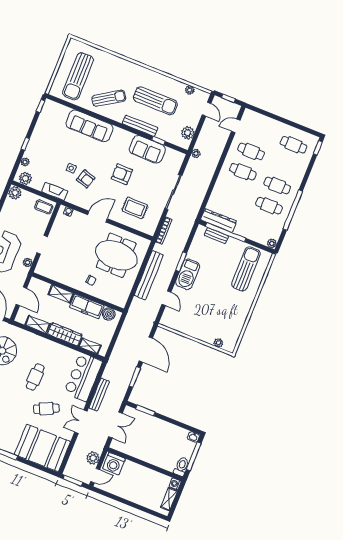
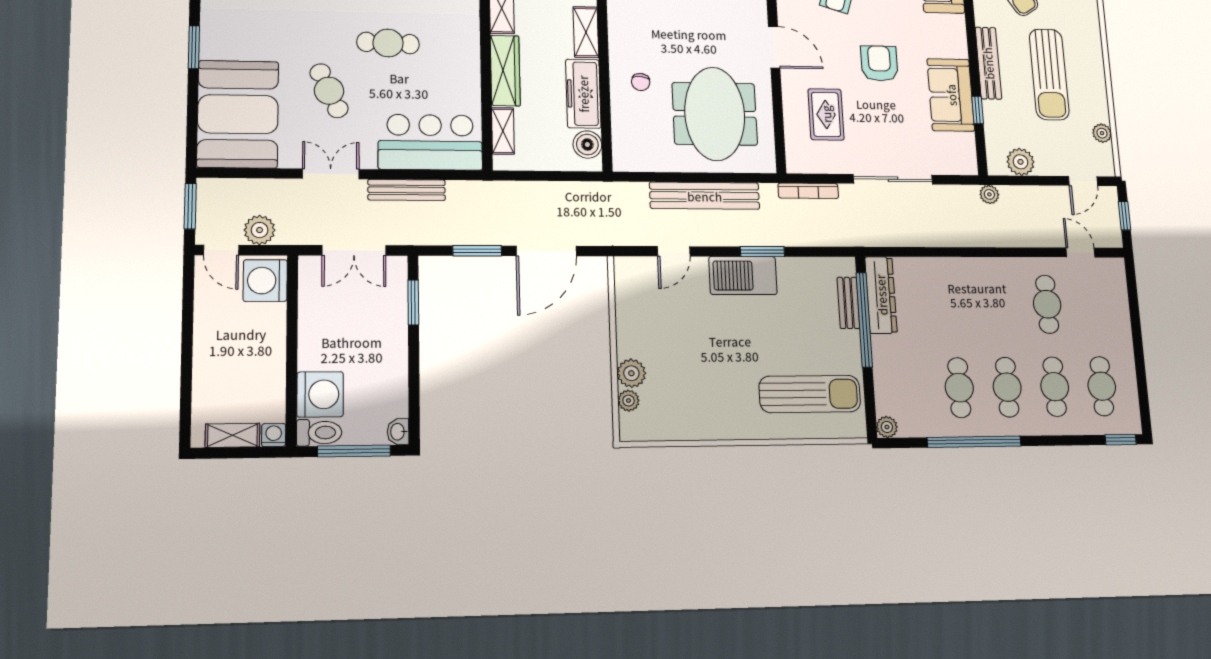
cafe table: (243, 172) -> (1055, 387), moved
plant: (208, 337) -> (631, 373), added
washing machine: (167, 460) -> (320, 394), added

